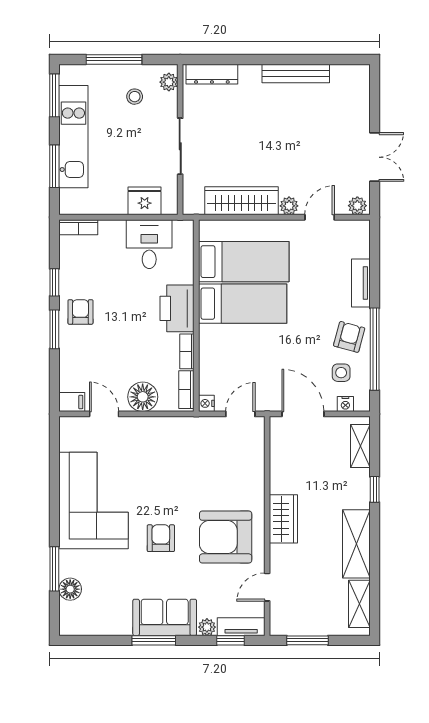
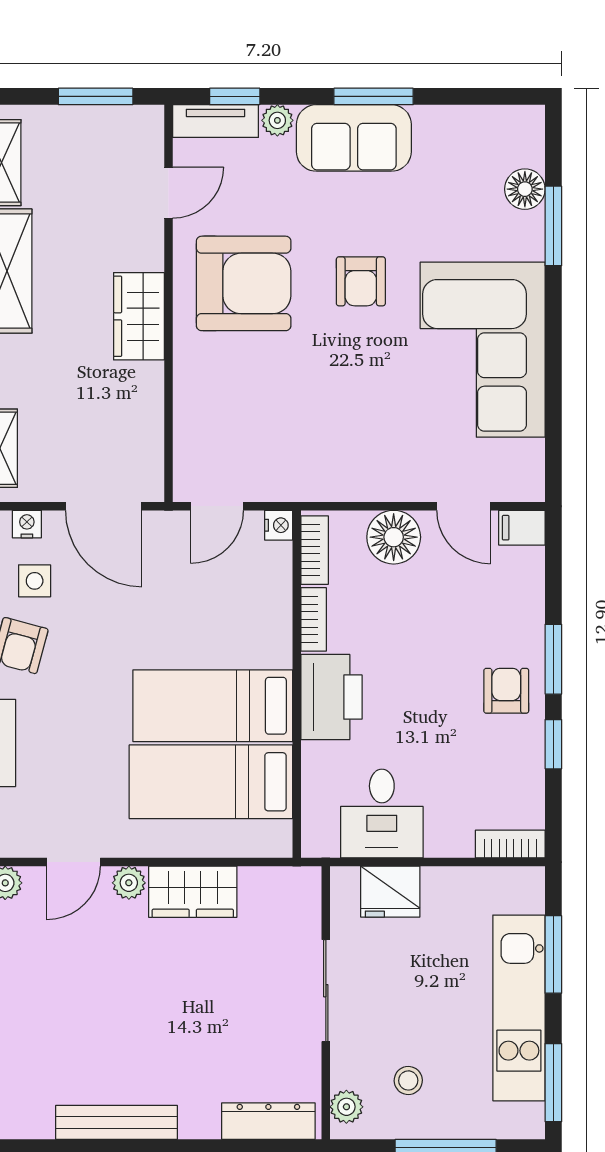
wardrobe: (242, 201) -> (193, 892), width x0.67
armchair: (80, 312) -> (506, 691), turned 180

